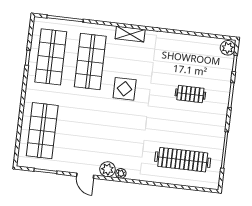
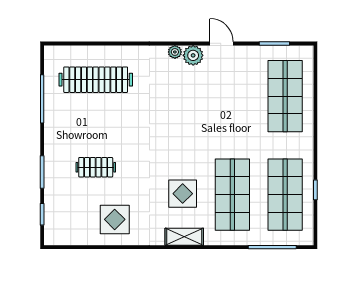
plant: (228, 48) -> (54, 234), removed
display table: (181, 53) -> (115, 219), added
display table: (125, 89) -> (183, 194), moved

